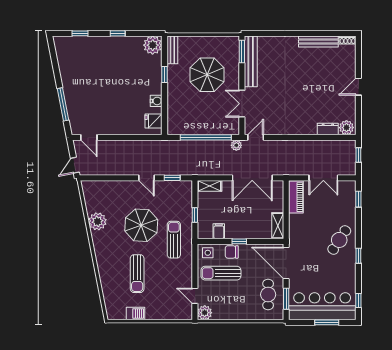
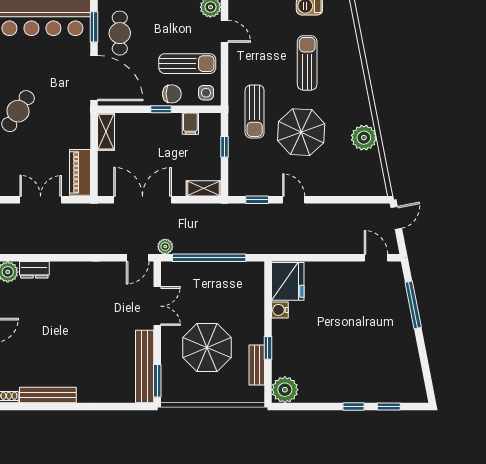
window: (118, 33) -> (353, 407), moved
bench: (172, 50) -> (257, 365), moved
fridge: (154, 121) -> (288, 281), width x1.88, depth x1.34

